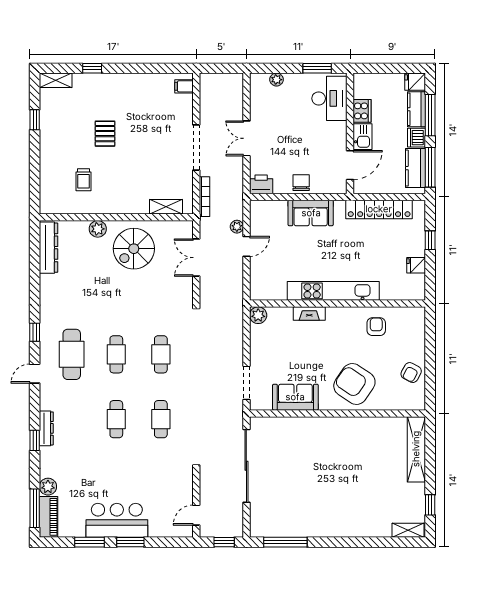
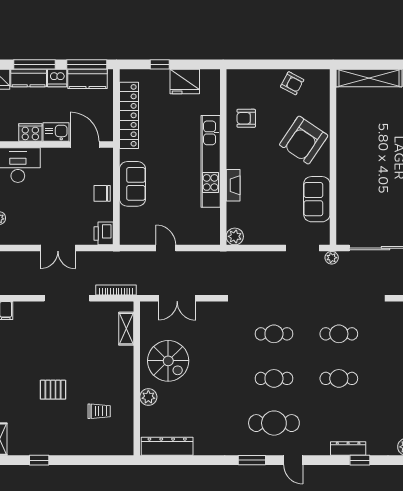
plant: (237, 227) -> (332, 258), moved
fridge: (416, 265) -> (185, 81), width x1.88, depth x1.34
window: (35, 332) -> (252, 460), width x1.50

